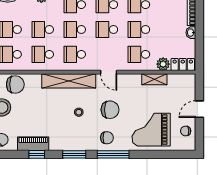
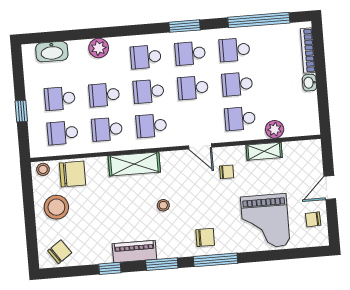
locker: (183, 64) -> (302, 128), removed
shelving: (69, 81) -> (134, 164), width x0.68
chair: (110, 110) -> (227, 172), moved, width x0.54, depth x0.54
grand piano: (151, 130) -> (265, 221), turned -90
piano: (33, 144) -> (134, 251), moved

